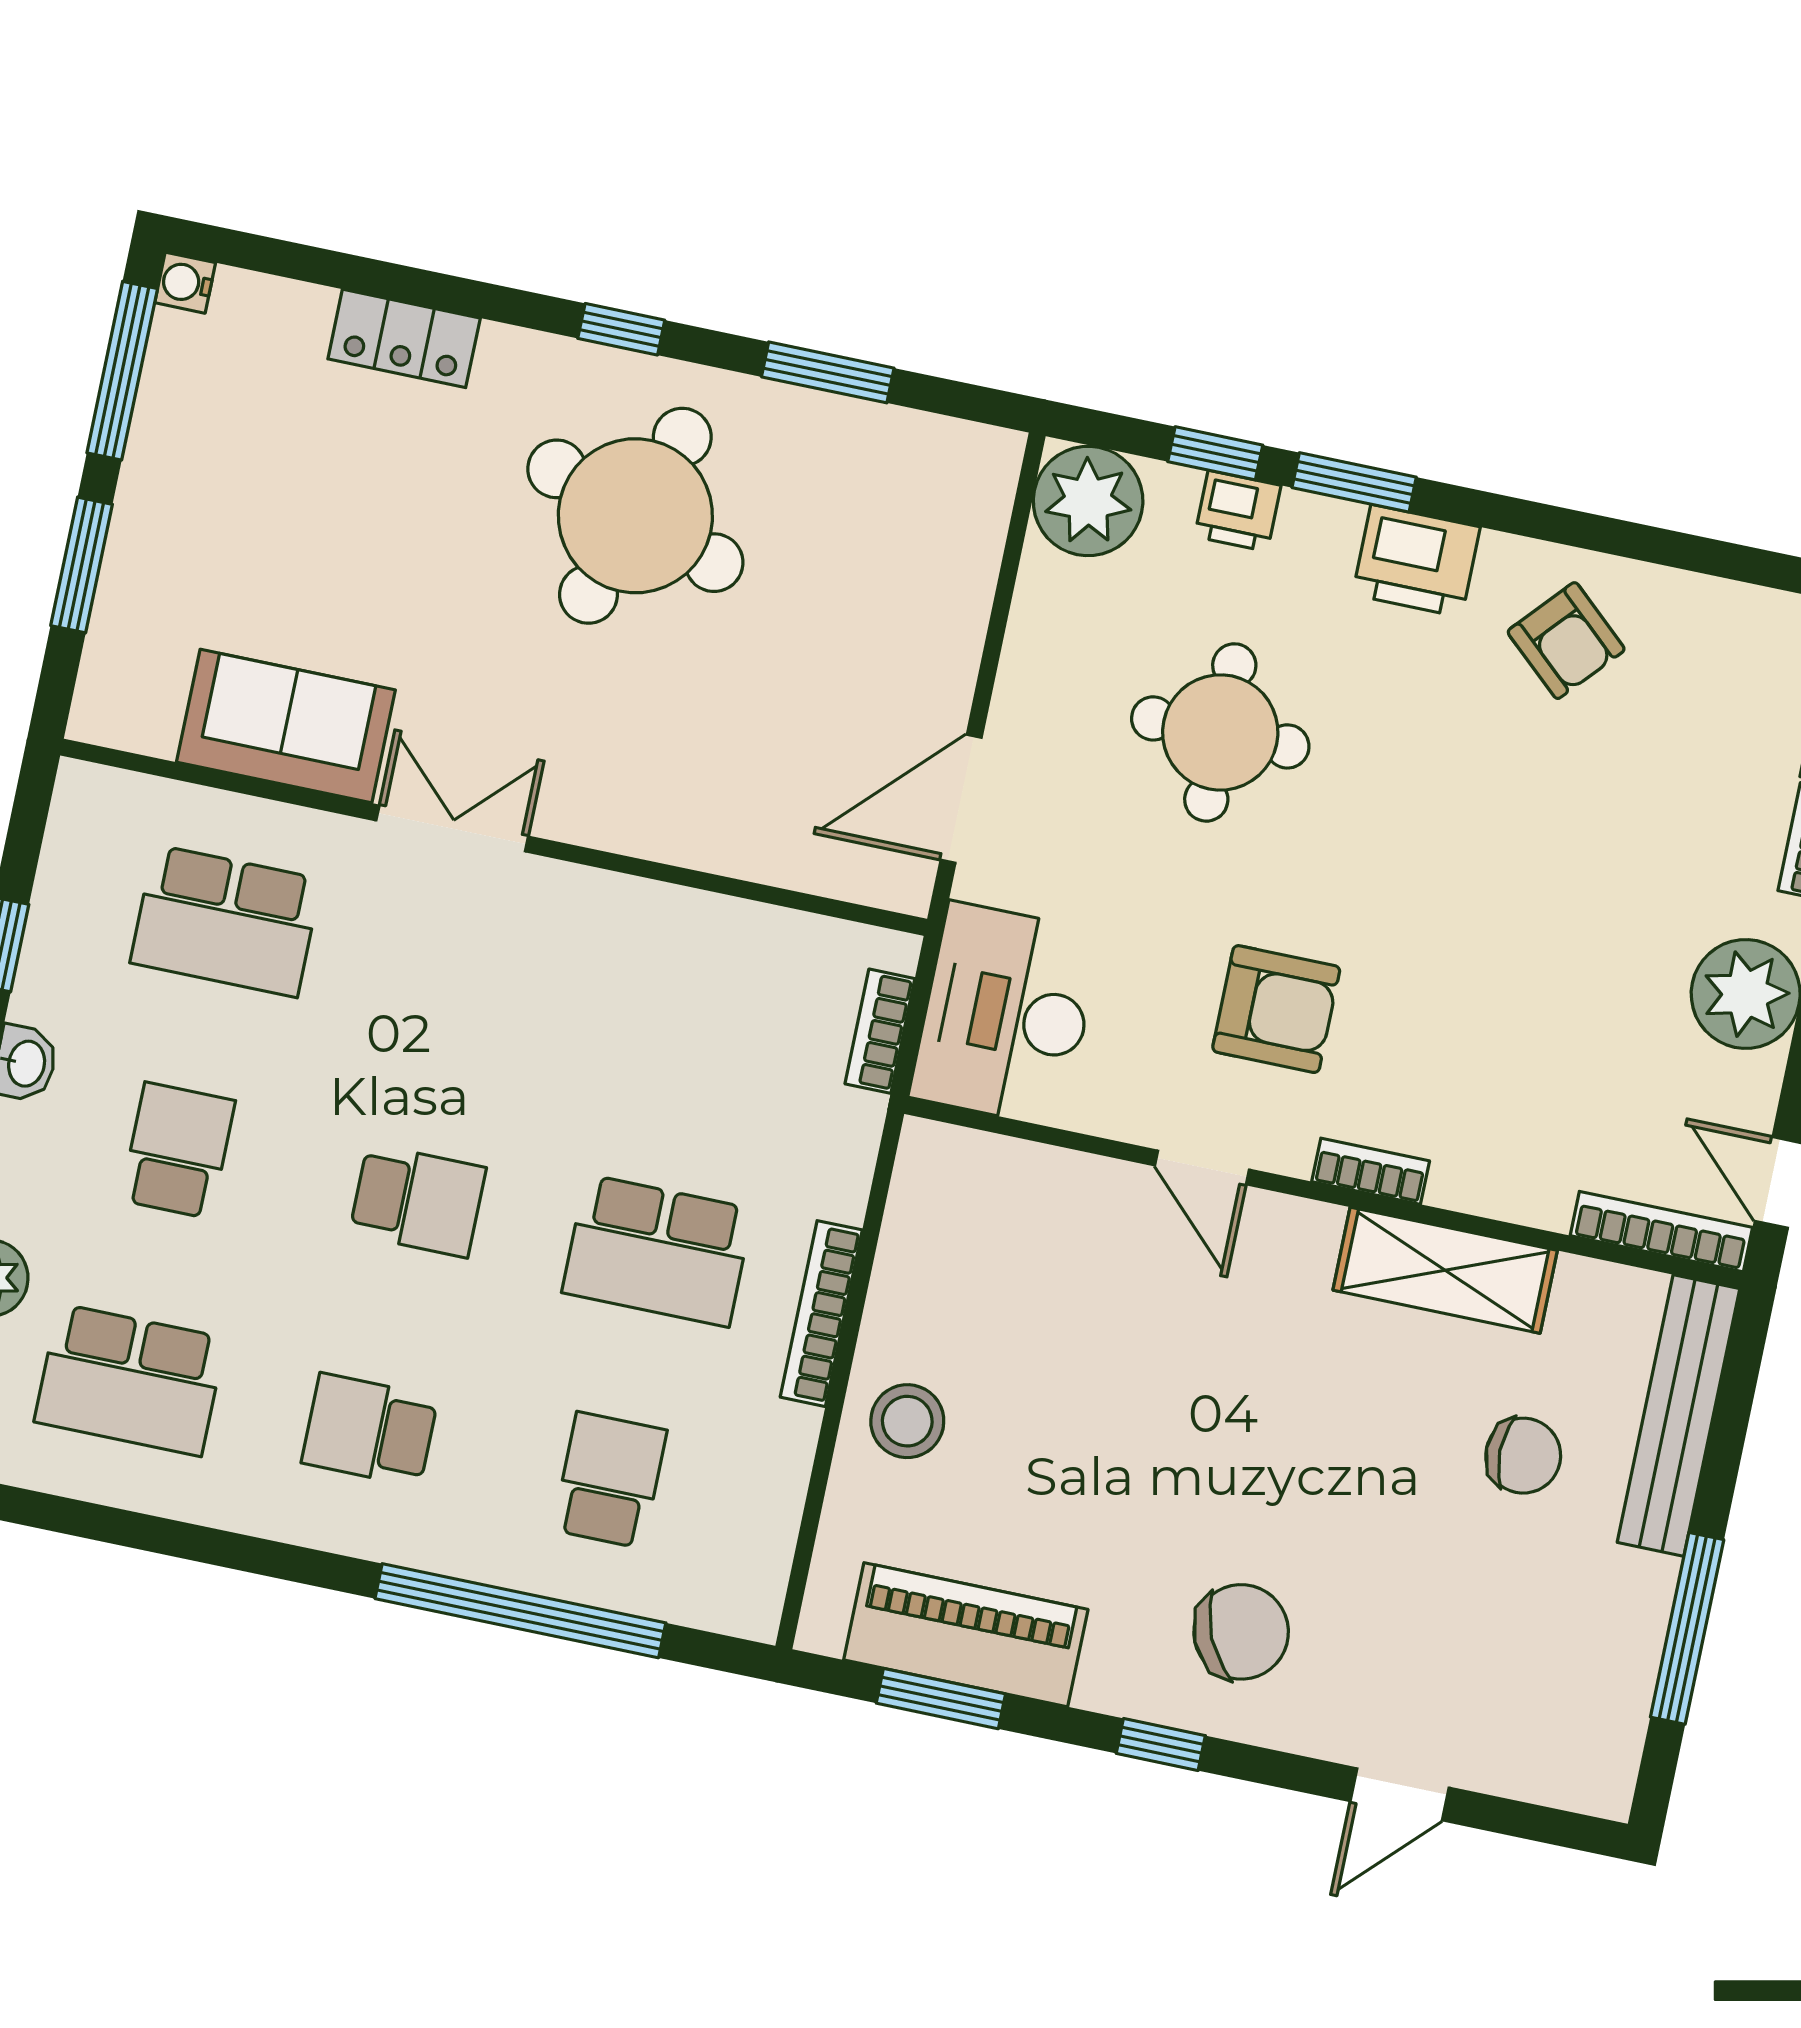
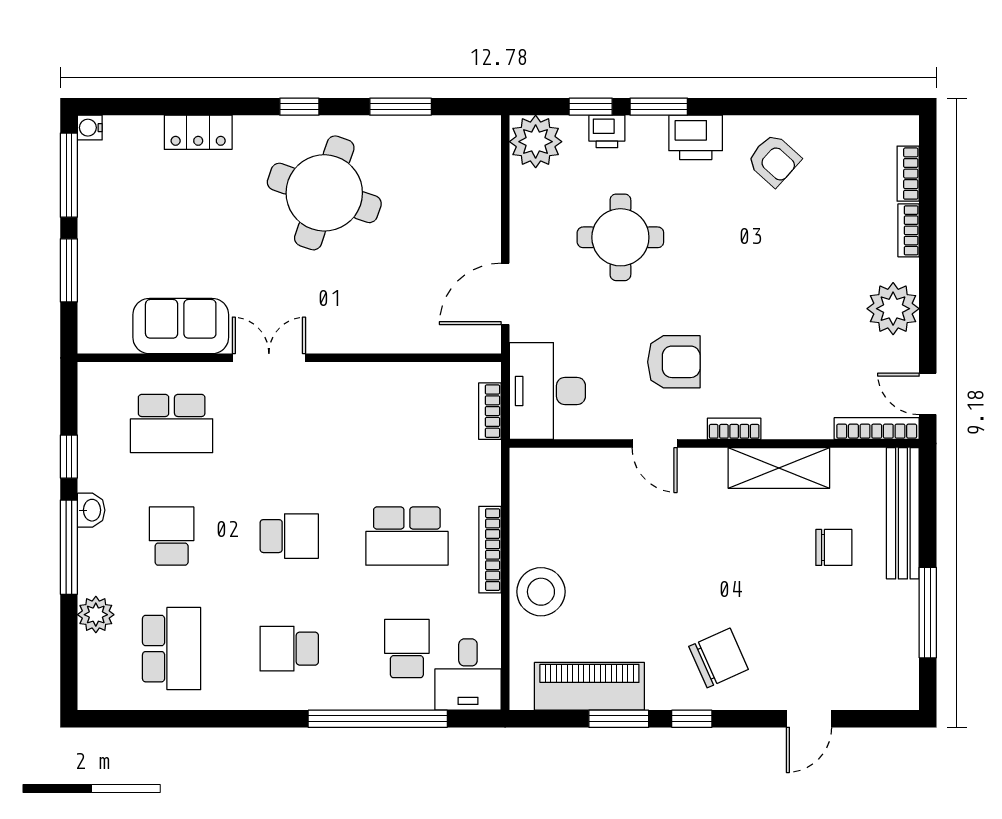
school desk: (130, 1380) -> (172, 649), turned -90
stool: (907, 1421) -> (541, 592), width x1.38, depth x1.38
desk: (723, 1559) -> (468, 675), added
window: (941, 1699) -> (619, 719), moved

